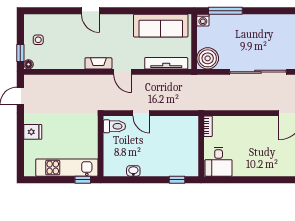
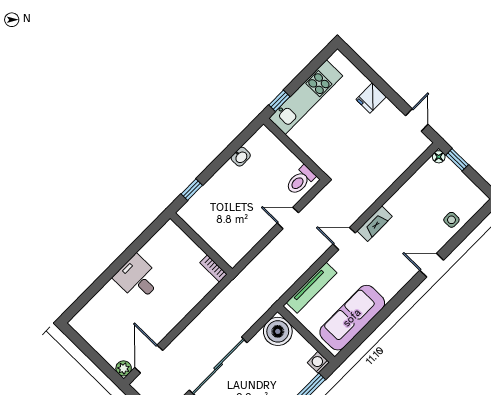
side table: (38, 40) -> (451, 220), moved
desk: (219, 162) -> (138, 278), moved

